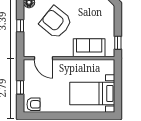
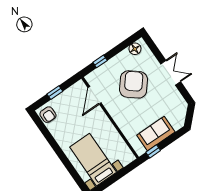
window: (20, 26) -> (100, 61), moved
sofa: (89, 48) -> (156, 134), moved, turned -90

